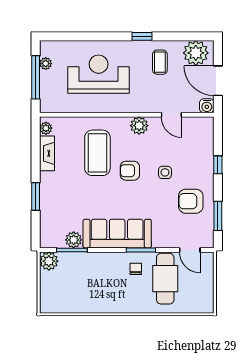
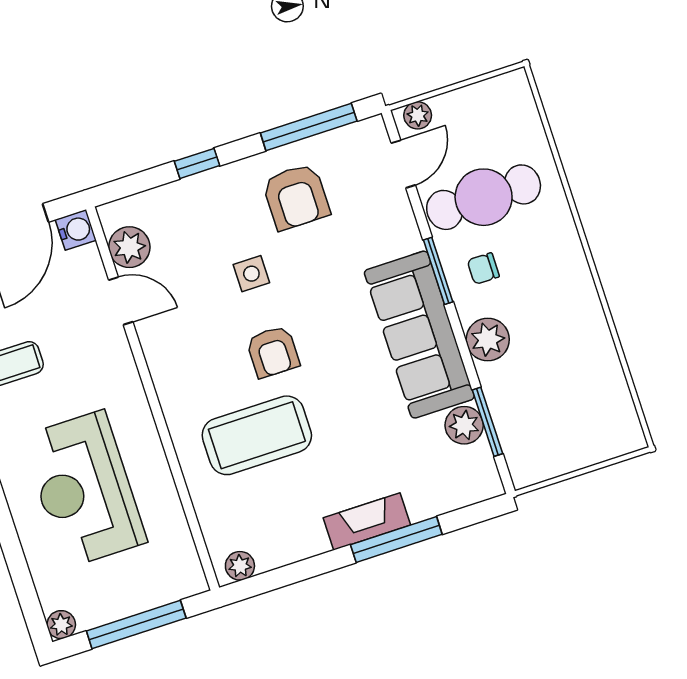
plant: (46, 64) -> (61, 625), moved
door: (171, 115) -> (121, 301), hinge flipped
plant: (139, 126) -> (129, 247), moved
fireplace: (47, 153) -> (367, 521), moved
window: (36, 196) -> (396, 540), width x1.44
window: (218, 216) -> (309, 127), width x1.44
plant: (49, 261) -> (488, 339), moved
plant: (208, 262) -> (418, 115), added

